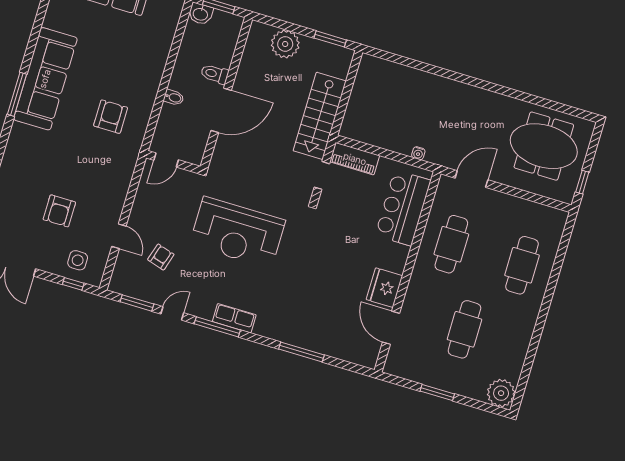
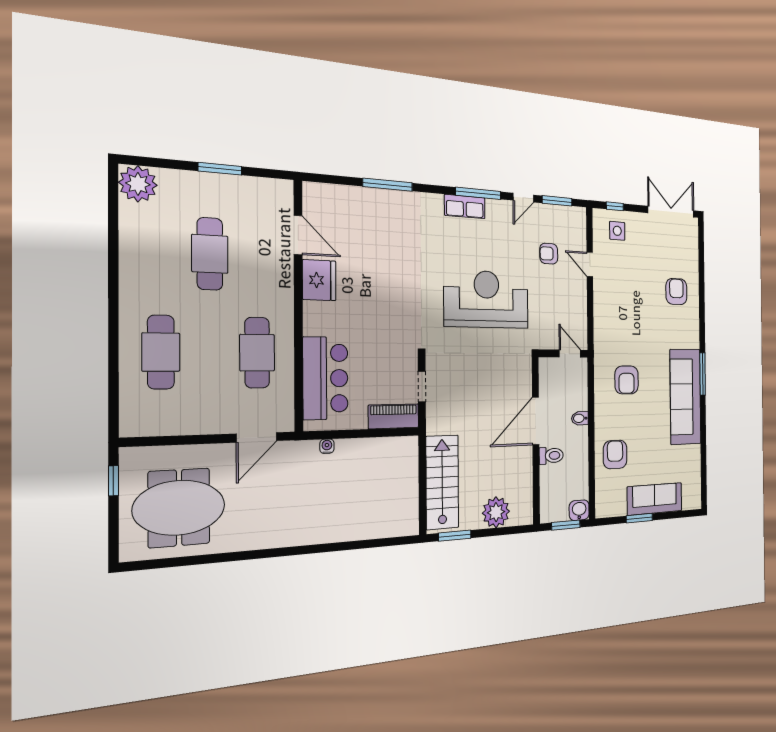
armchair: (145, 51) -> (615, 455), added
stairs: (320, 116) -> (442, 482), moved
door: (166, 160) -> (570, 354), hinge flipped
armchair: (59, 211) -> (676, 292), moved
armchair: (161, 257) -> (549, 254), turned 73

